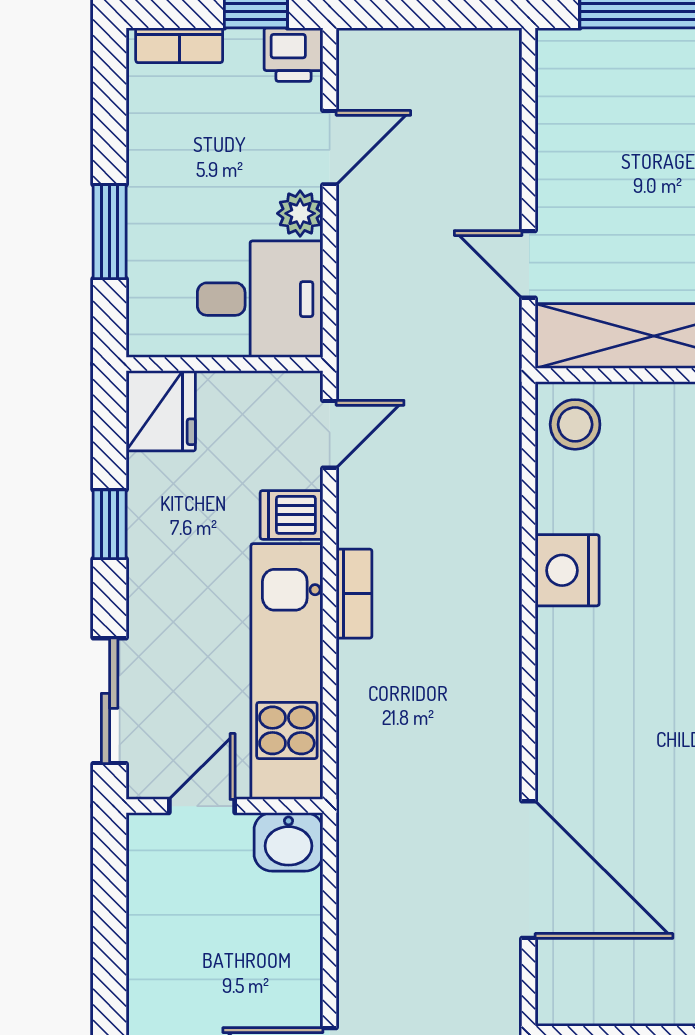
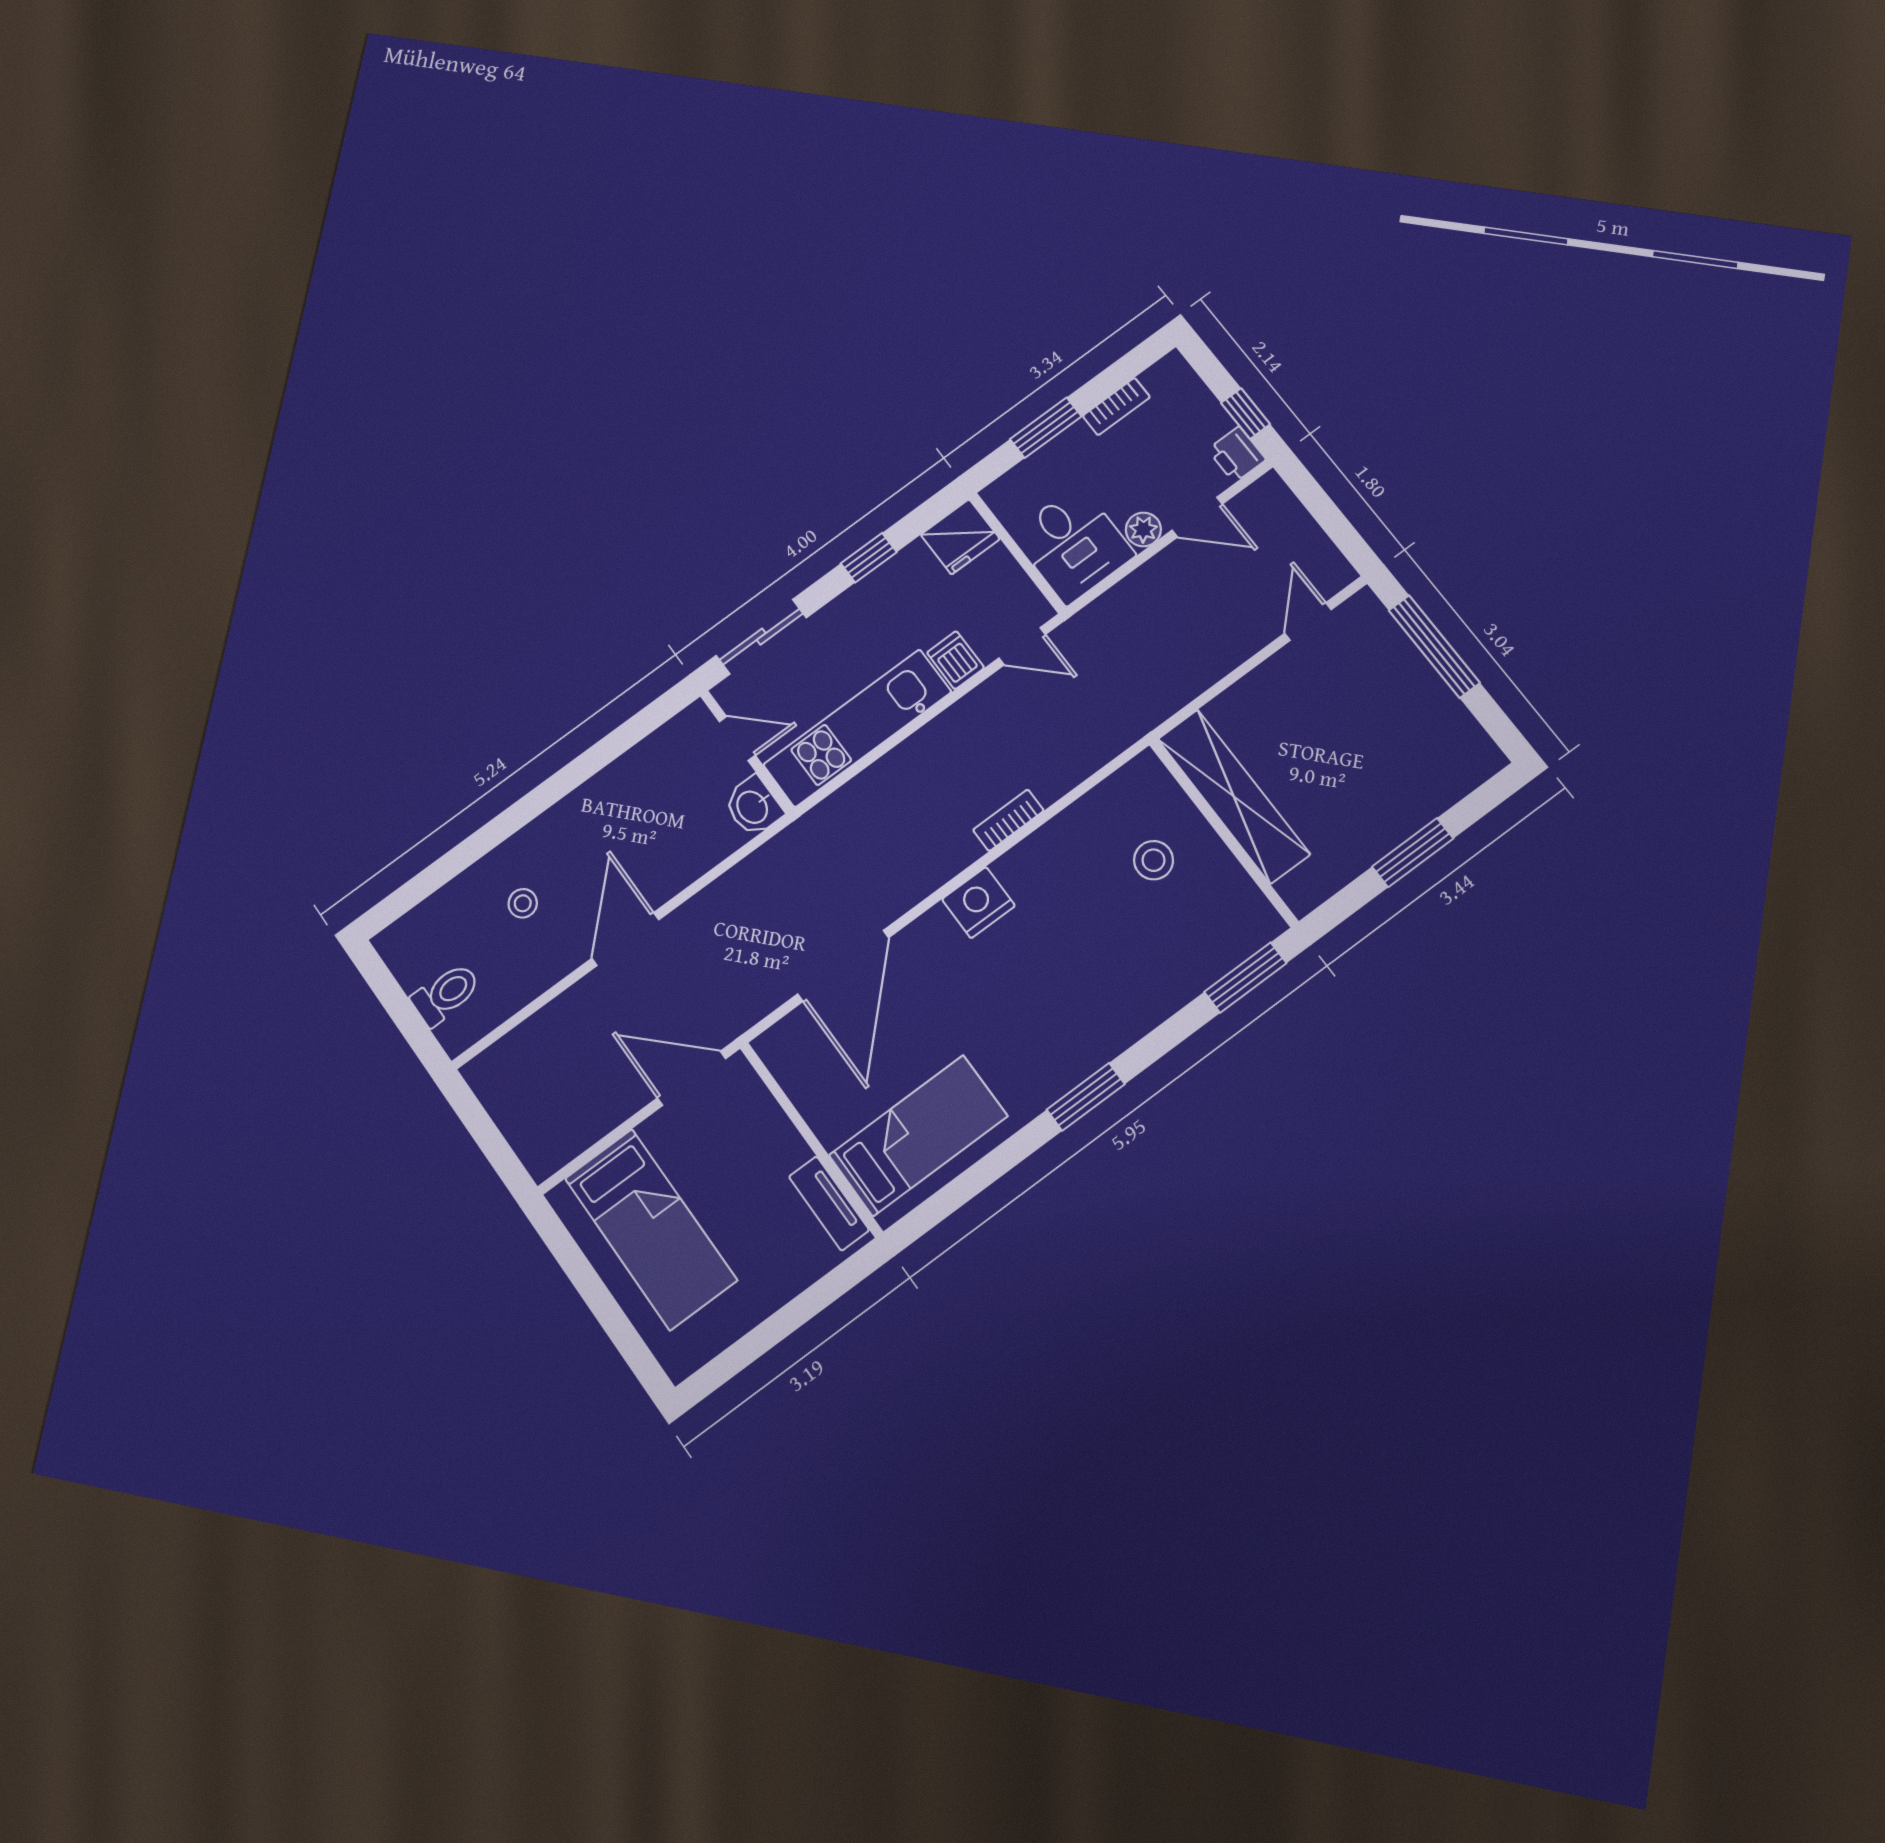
bookcase: (179, 45) -> (1116, 407), moved, turned -90
door: (529, 264) -> (1308, 621), moved
stool: (575, 424) -> (1154, 860), moved
nightstand: (567, 570) -> (978, 903), moved
bookcase: (354, 594) -> (1008, 820), moved, turned 180

